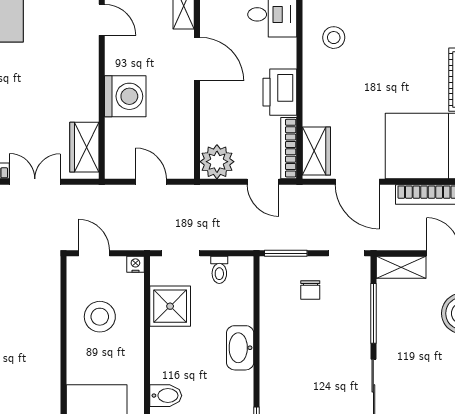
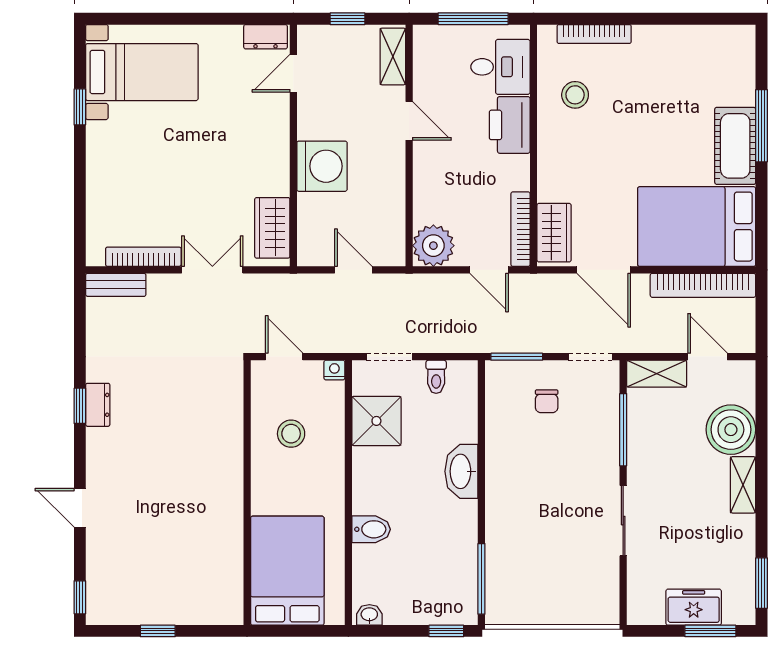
door: (102, 20) -> (293, 73), swing flipped
door: (197, 59) -> (409, 121), width x0.73
printer: (280, 92) -> (510, 125), moved
stool: (100, 317) -> (291, 434), width x0.73, depth x0.73

